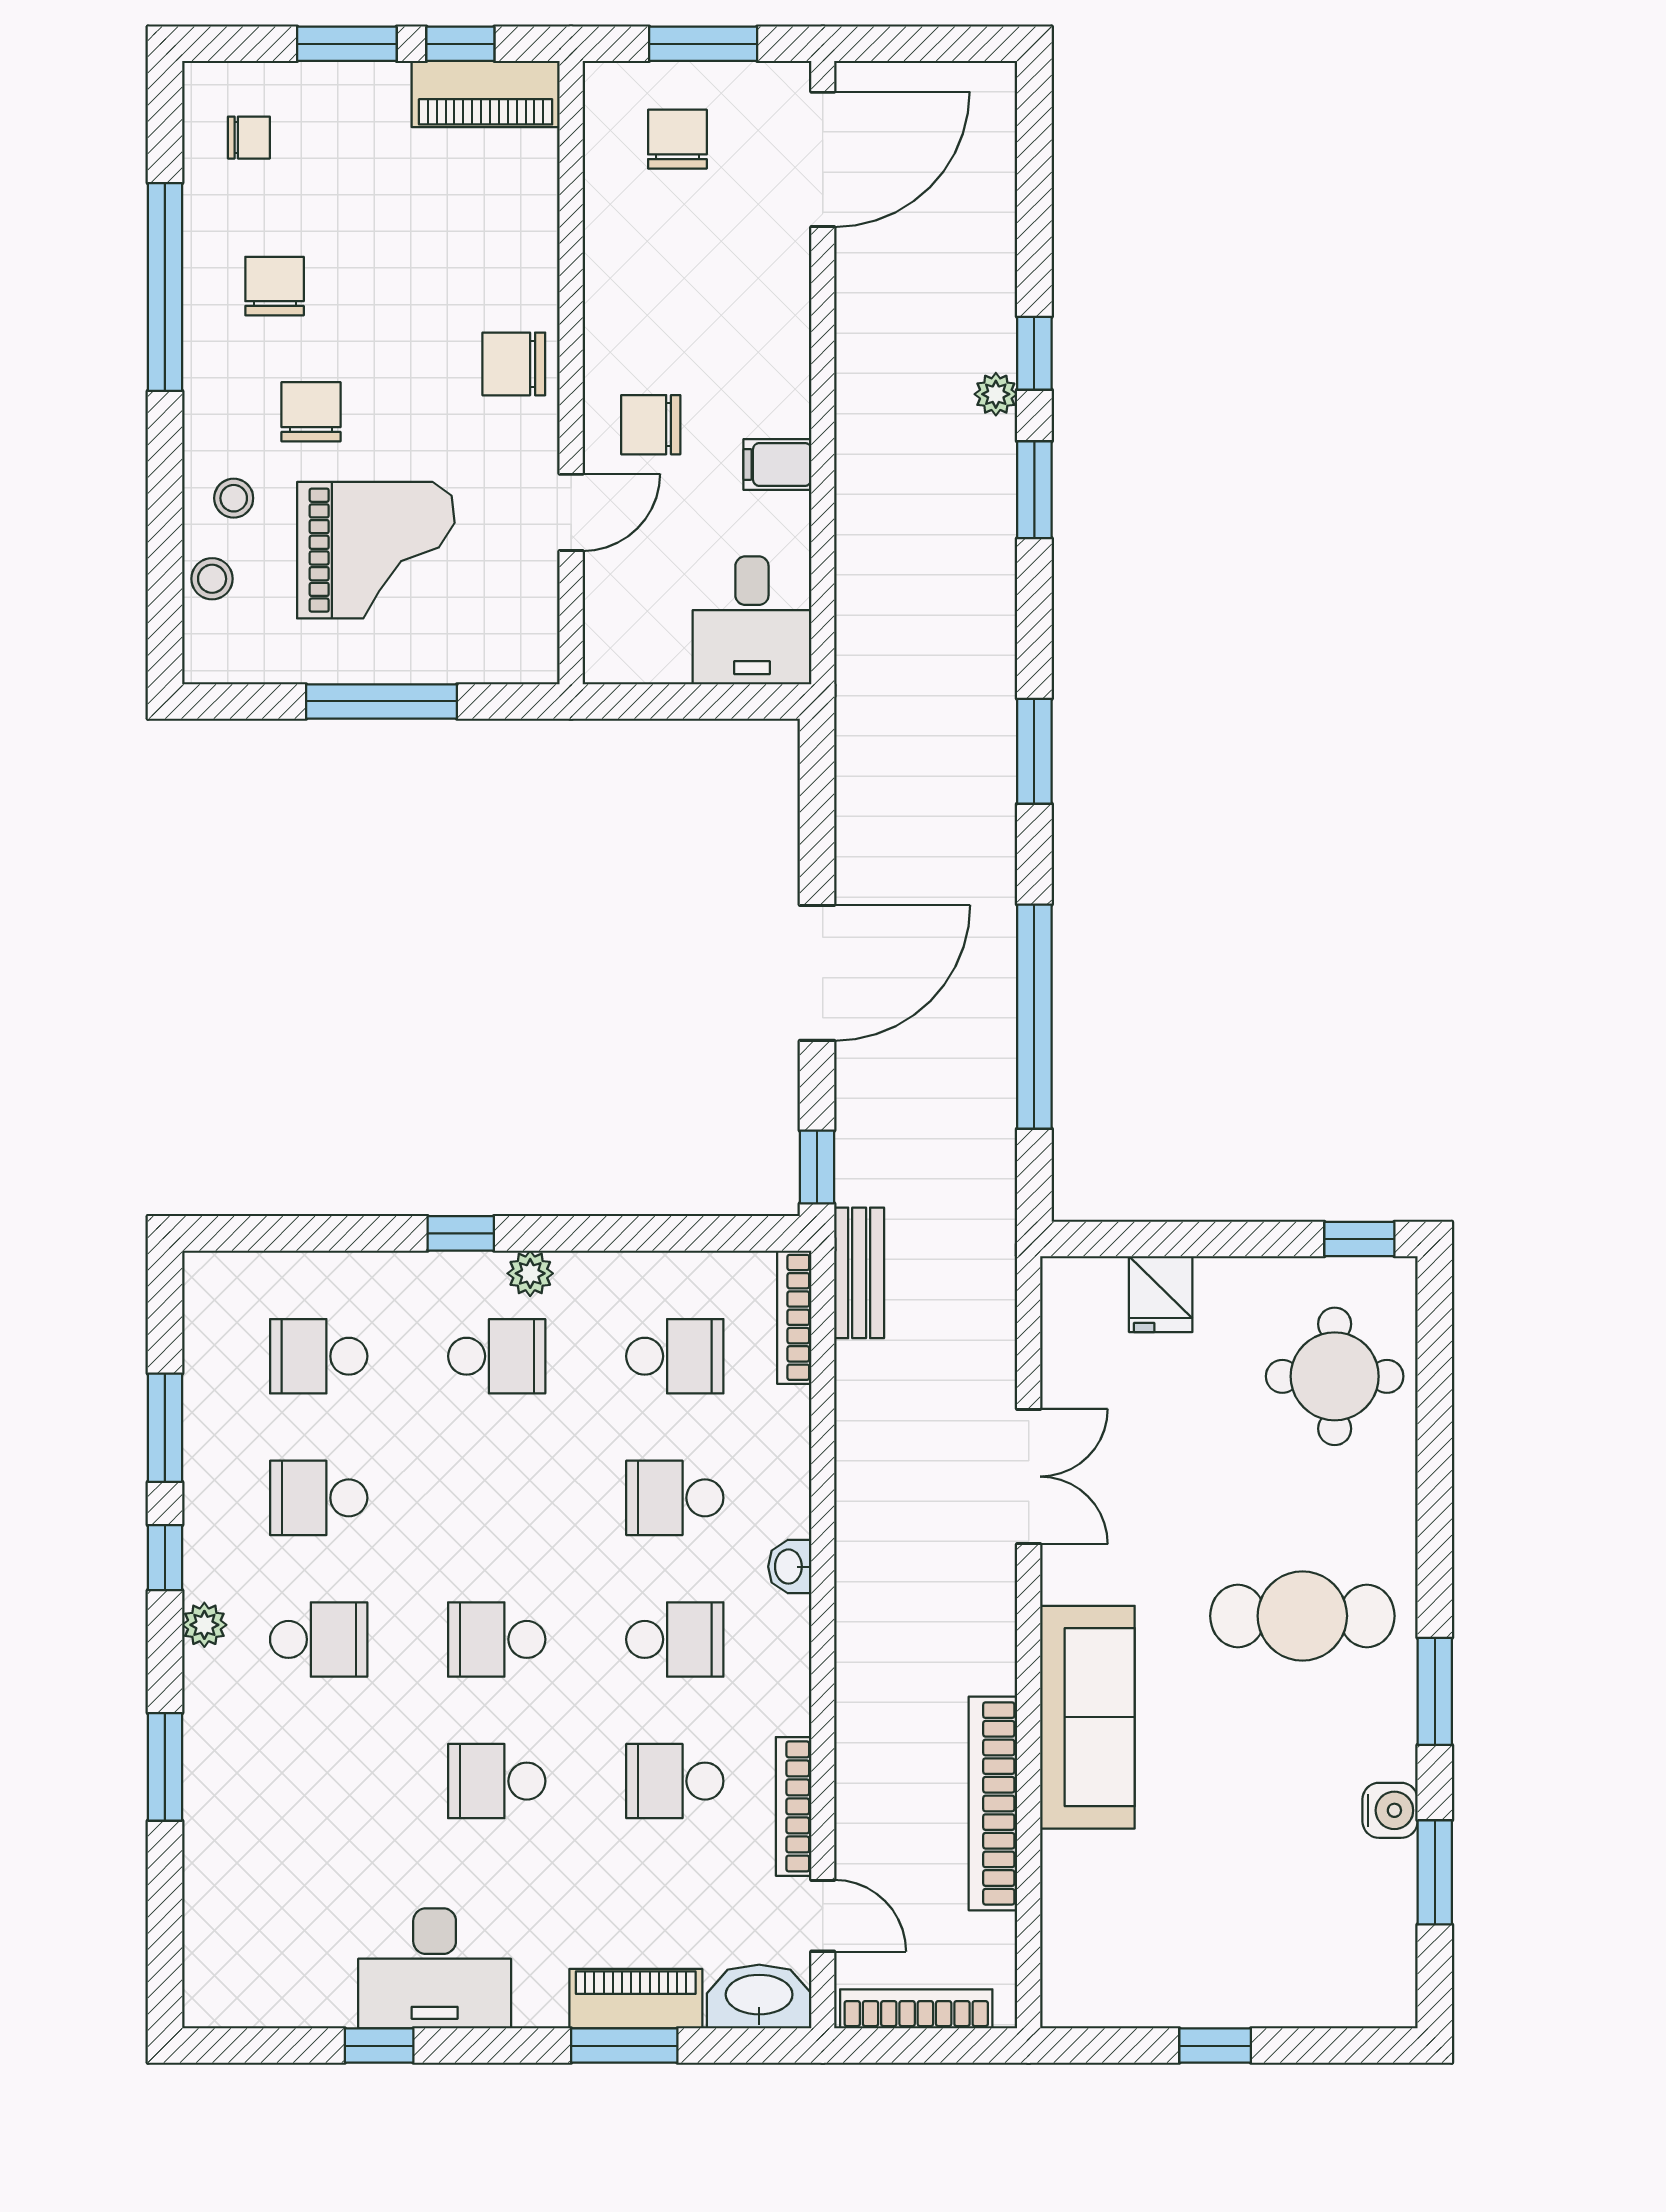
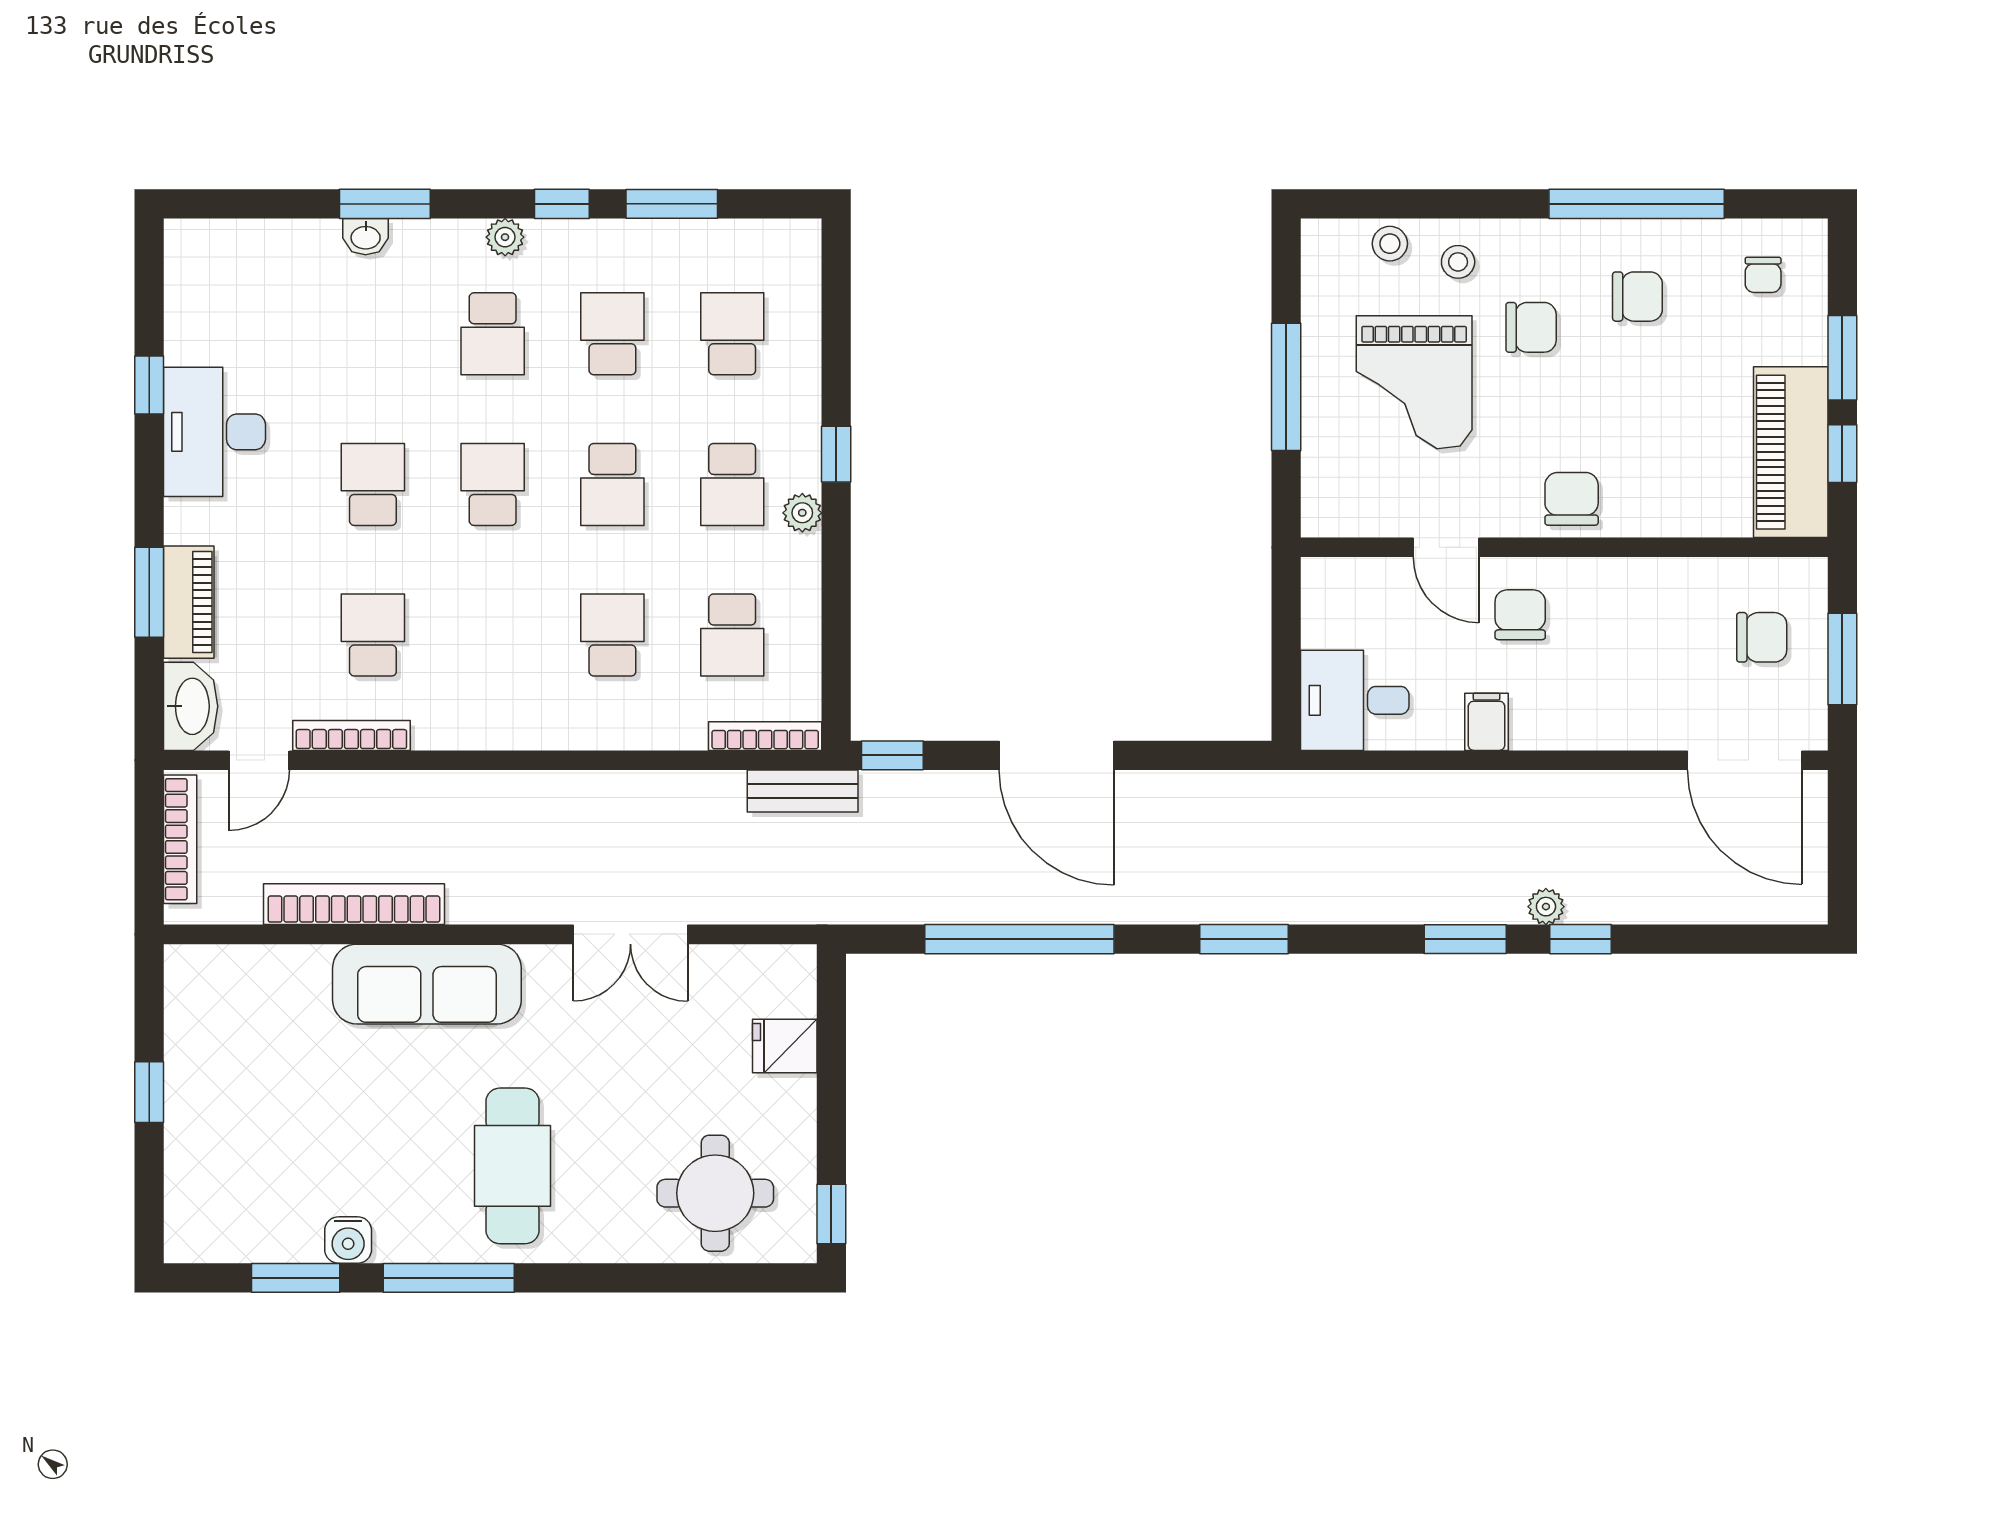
piano: (486, 94) -> (1791, 452), width x1.37, depth x1.33
washbasin: (790, 1567) -> (366, 237), moved, turned 180
school desk: (675, 1639) -> (612, 484), moved
window: (1435, 1691) -> (449, 1278), width x1.44

